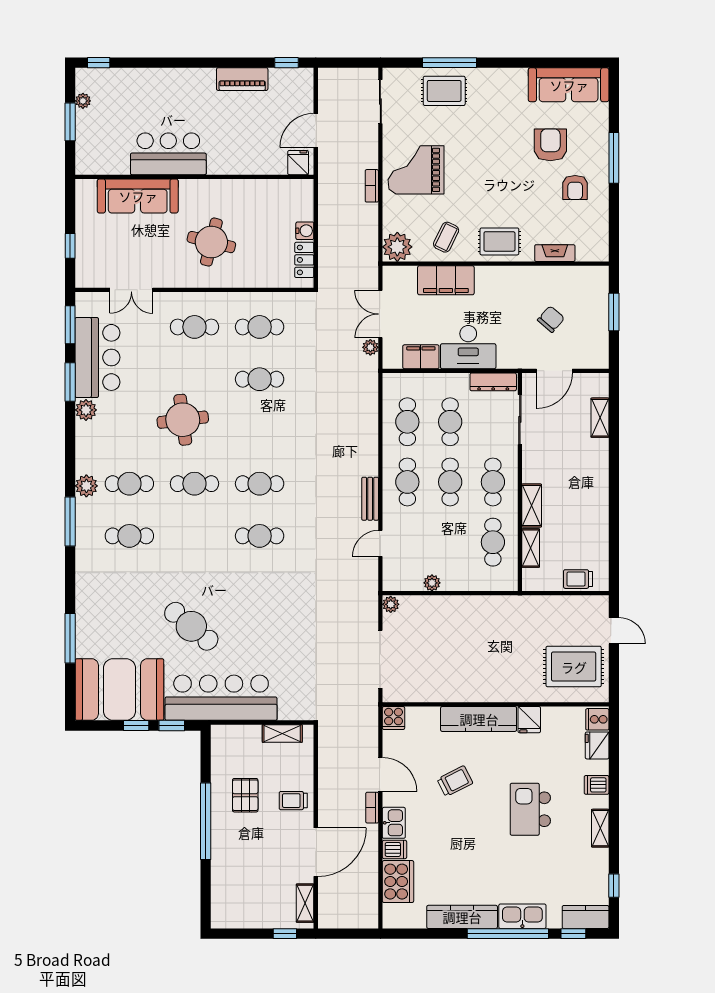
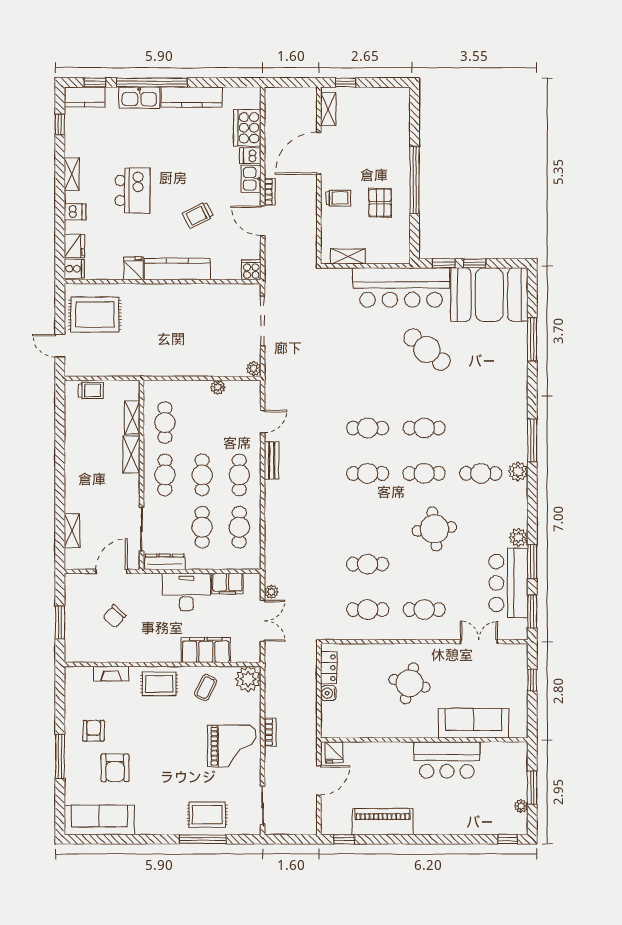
piano: (242, 79) -> (383, 822), width x1.37, depth x1.33
cafe table: (129, 536) -> (424, 428), moved

